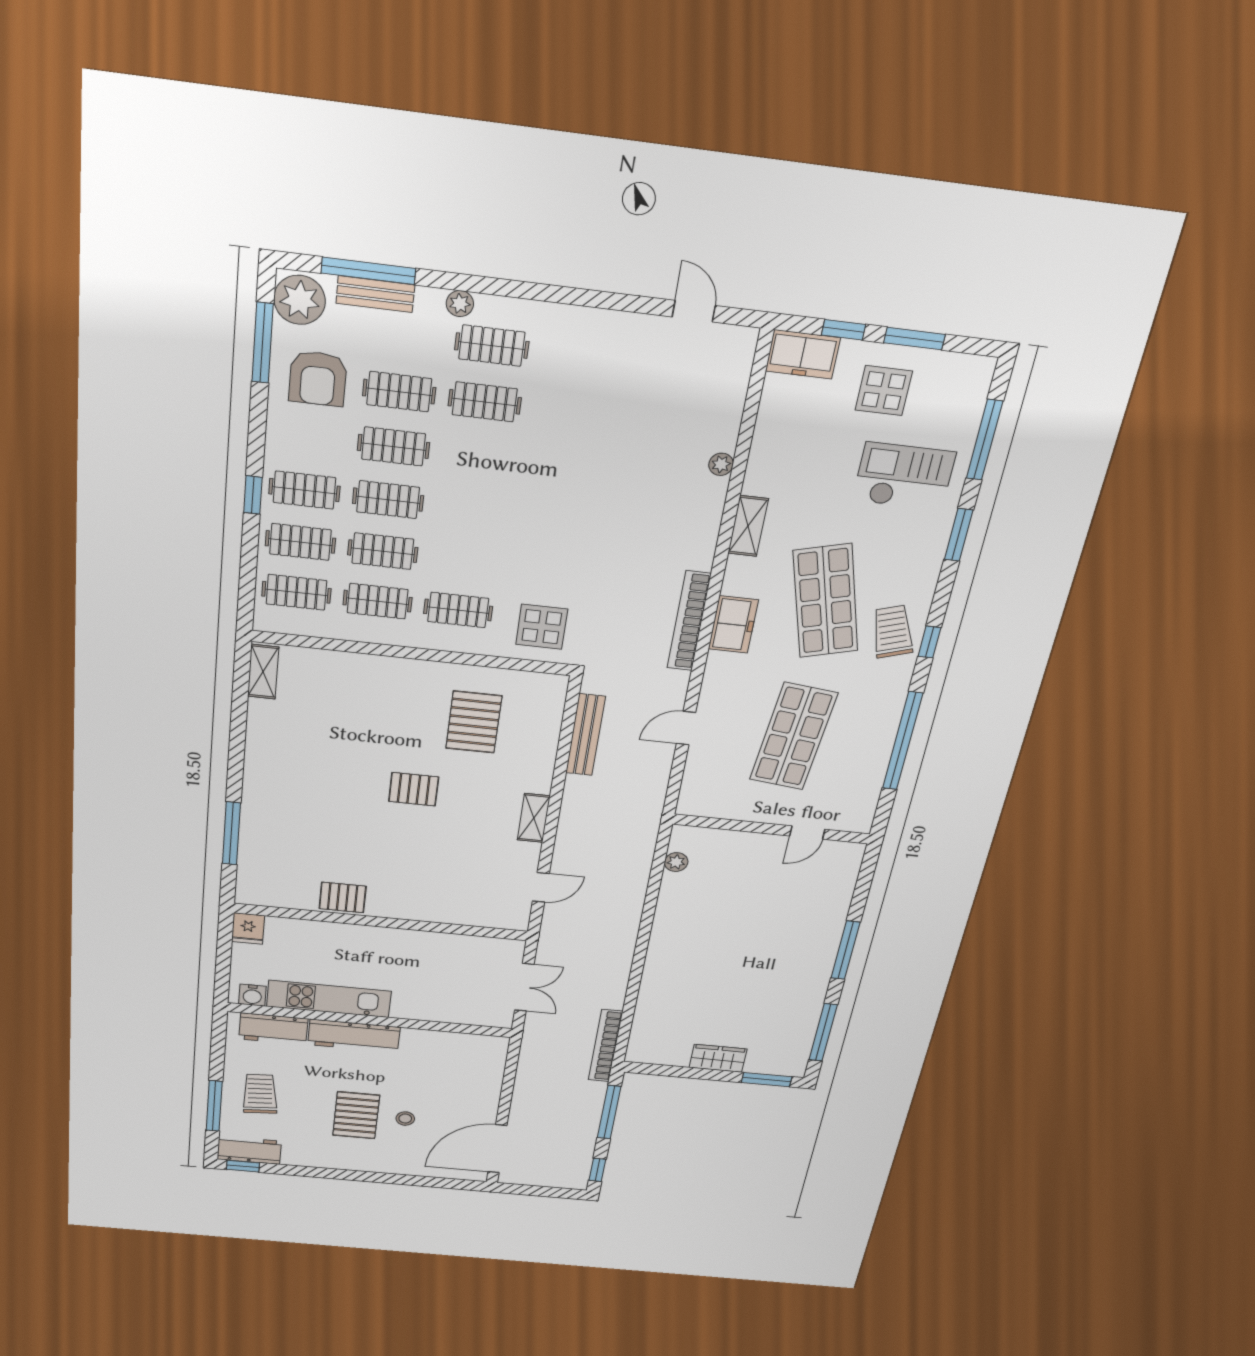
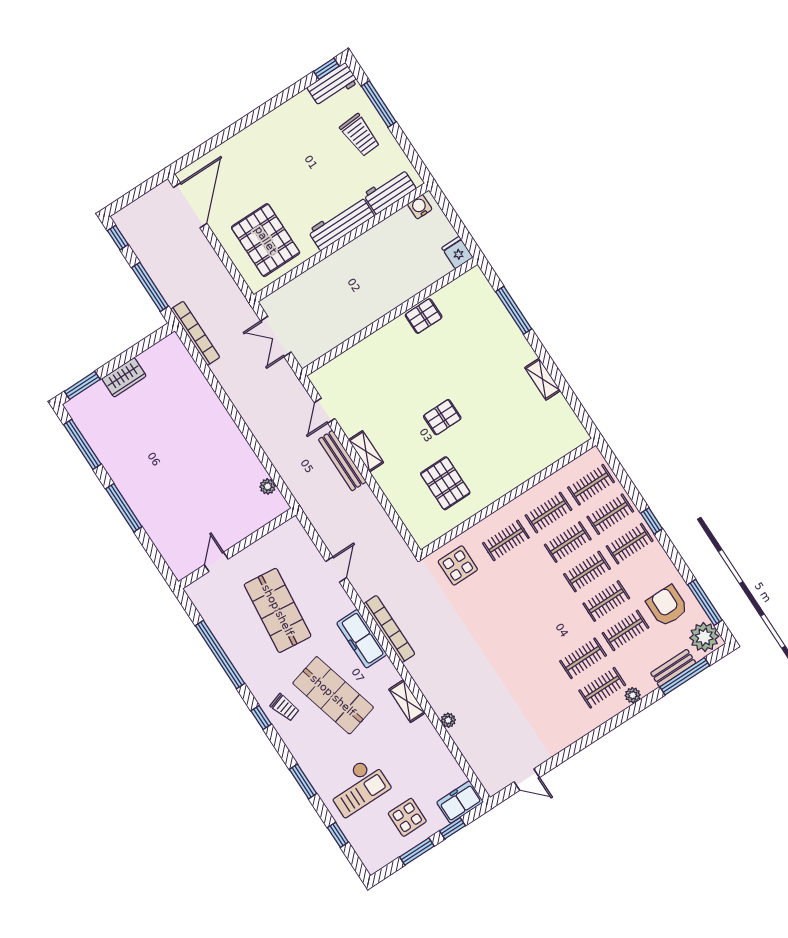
window: (985, 440) -> (338, 835), width x0.46
freezer: (733, 625) -> (362, 639), width x1.40
trolley: (893, 632) -> (285, 707), width x0.73, depth x0.72
shelving: (263, 672) -> (543, 379), moved
bench: (585, 735) -> (342, 461), moved
kitchen unit: (329, 999) -> (376, 239), removed
pallet: (356, 1115) -> (266, 240), moved, width x1.37, depth x1.41
stool: (405, 1119) -> (263, 185), removed

